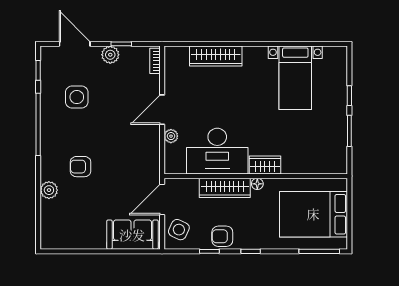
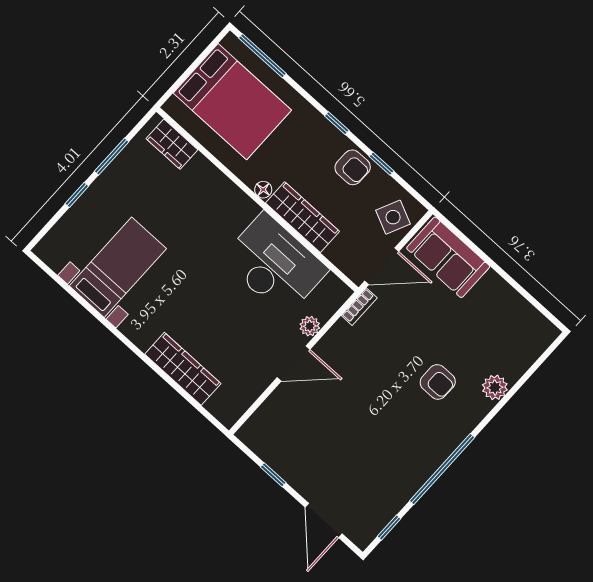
plant: (110, 55) -> (296, 474), removed
bookcase: (155, 61) -> (359, 307), moved
side table: (77, 97) -> (373, 461), removed
wardrobe: (265, 165) -> (172, 144), moved

